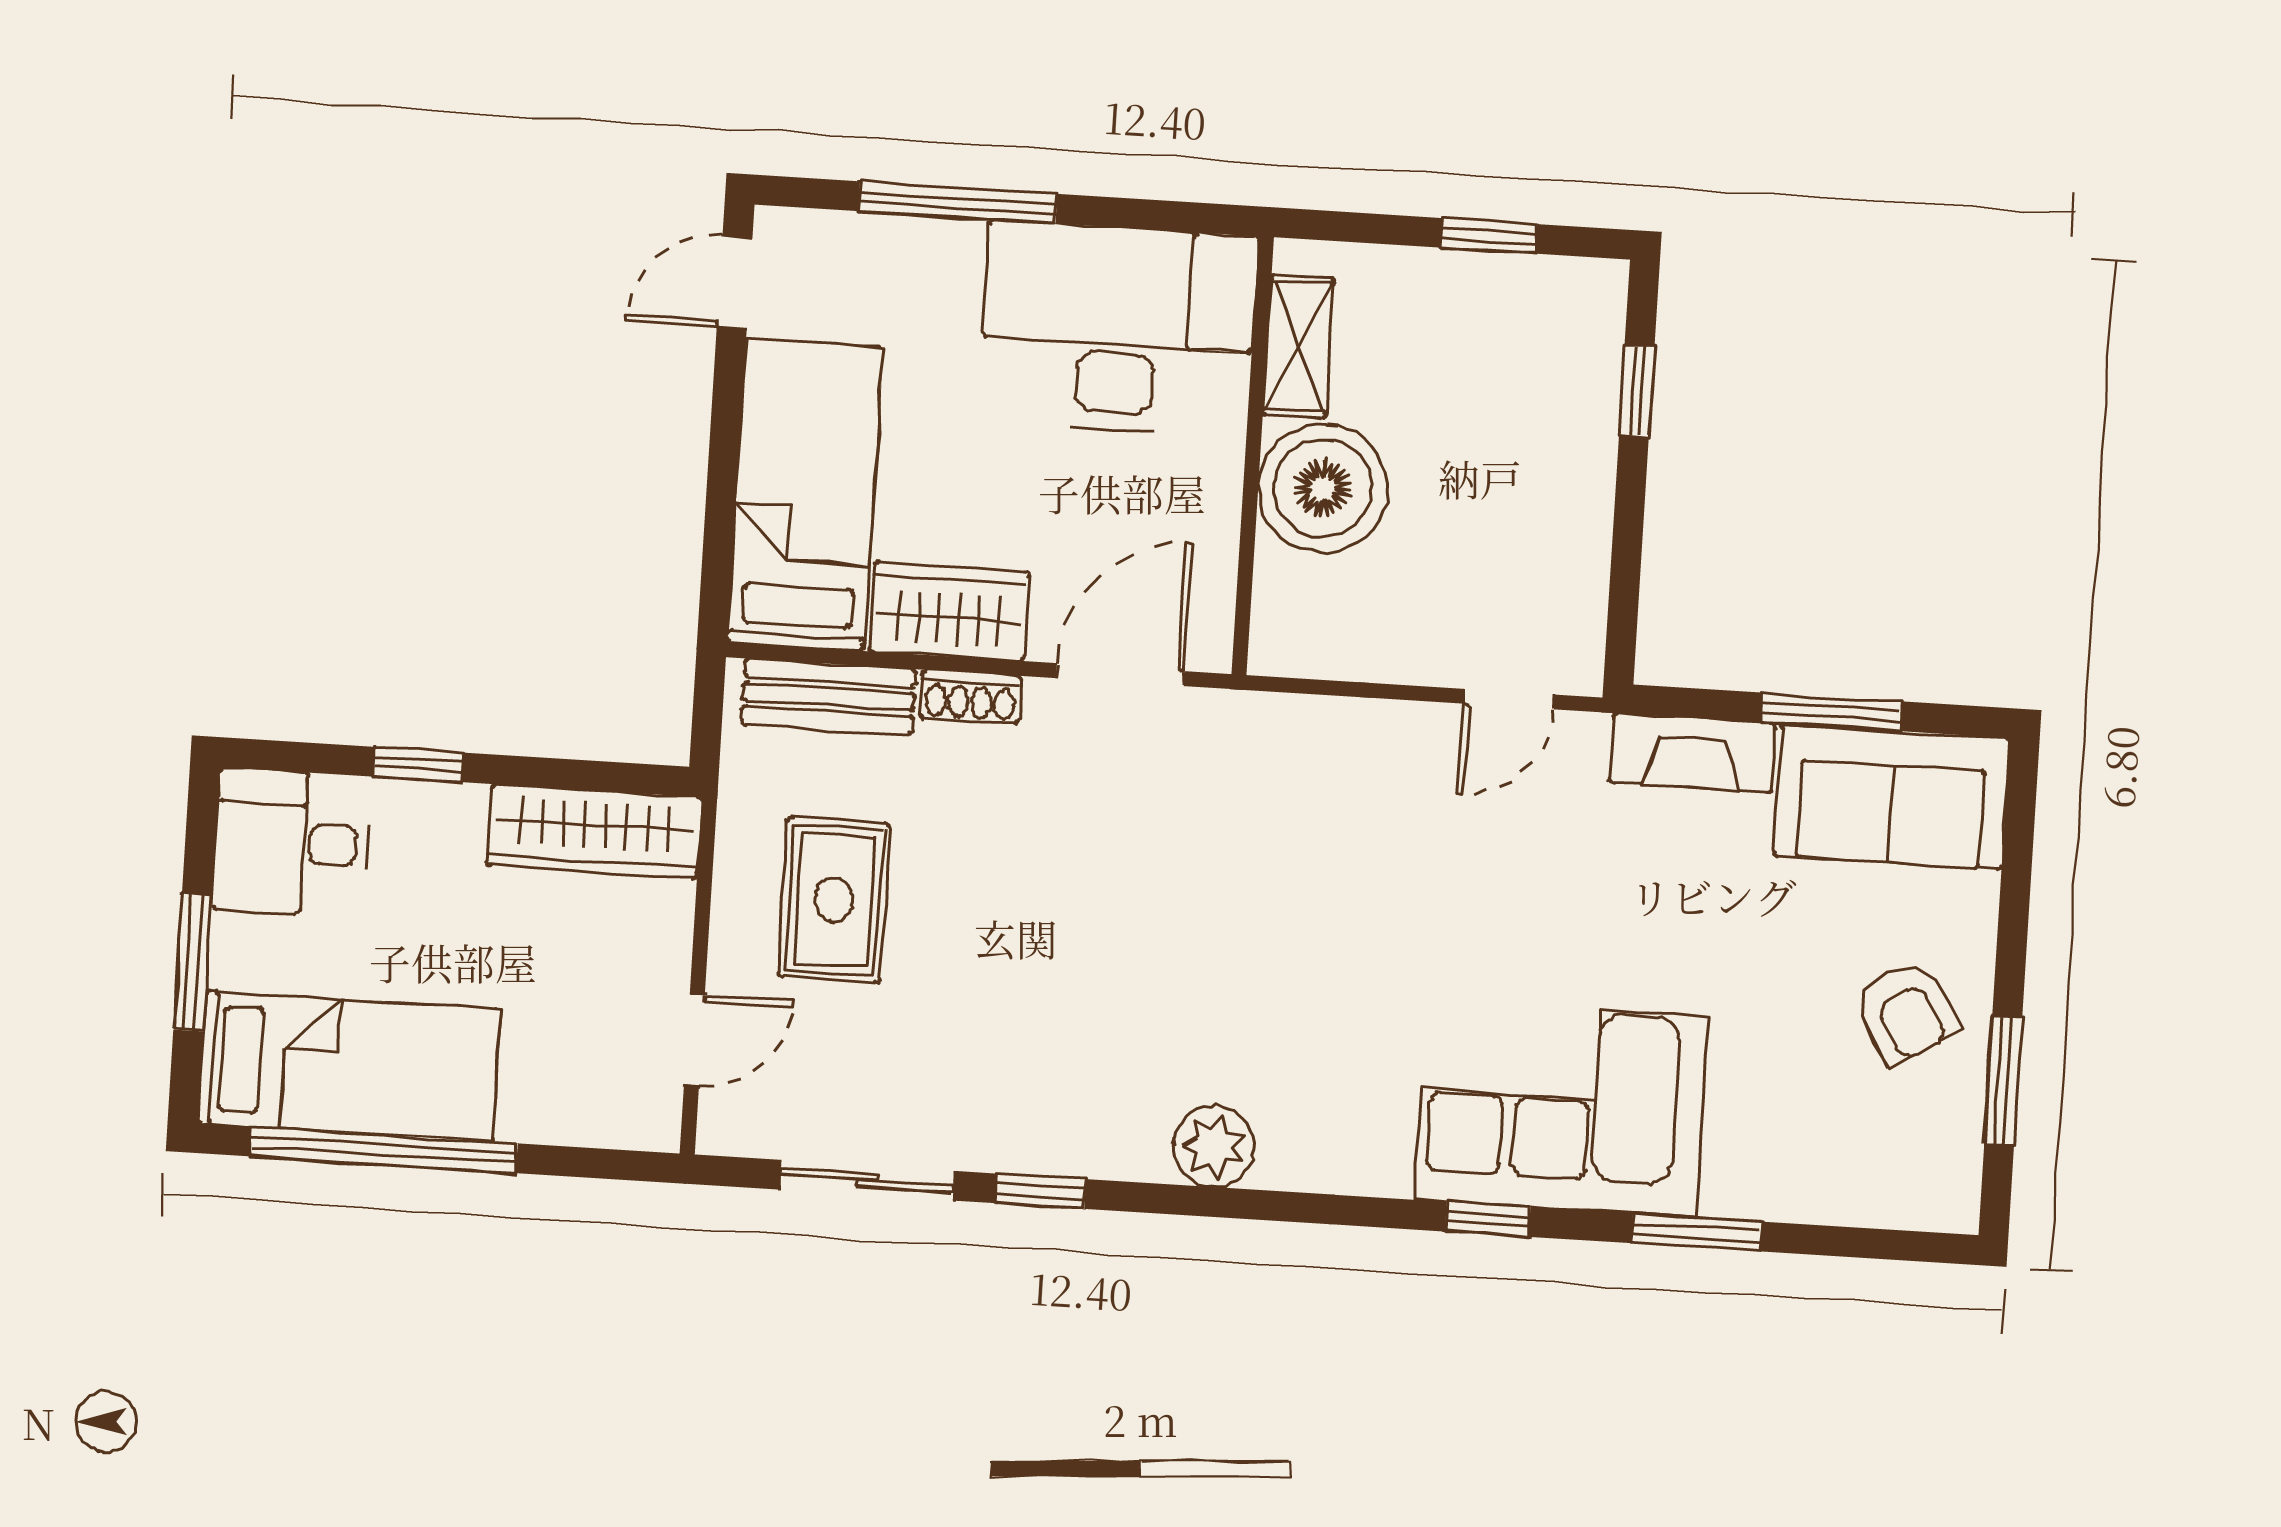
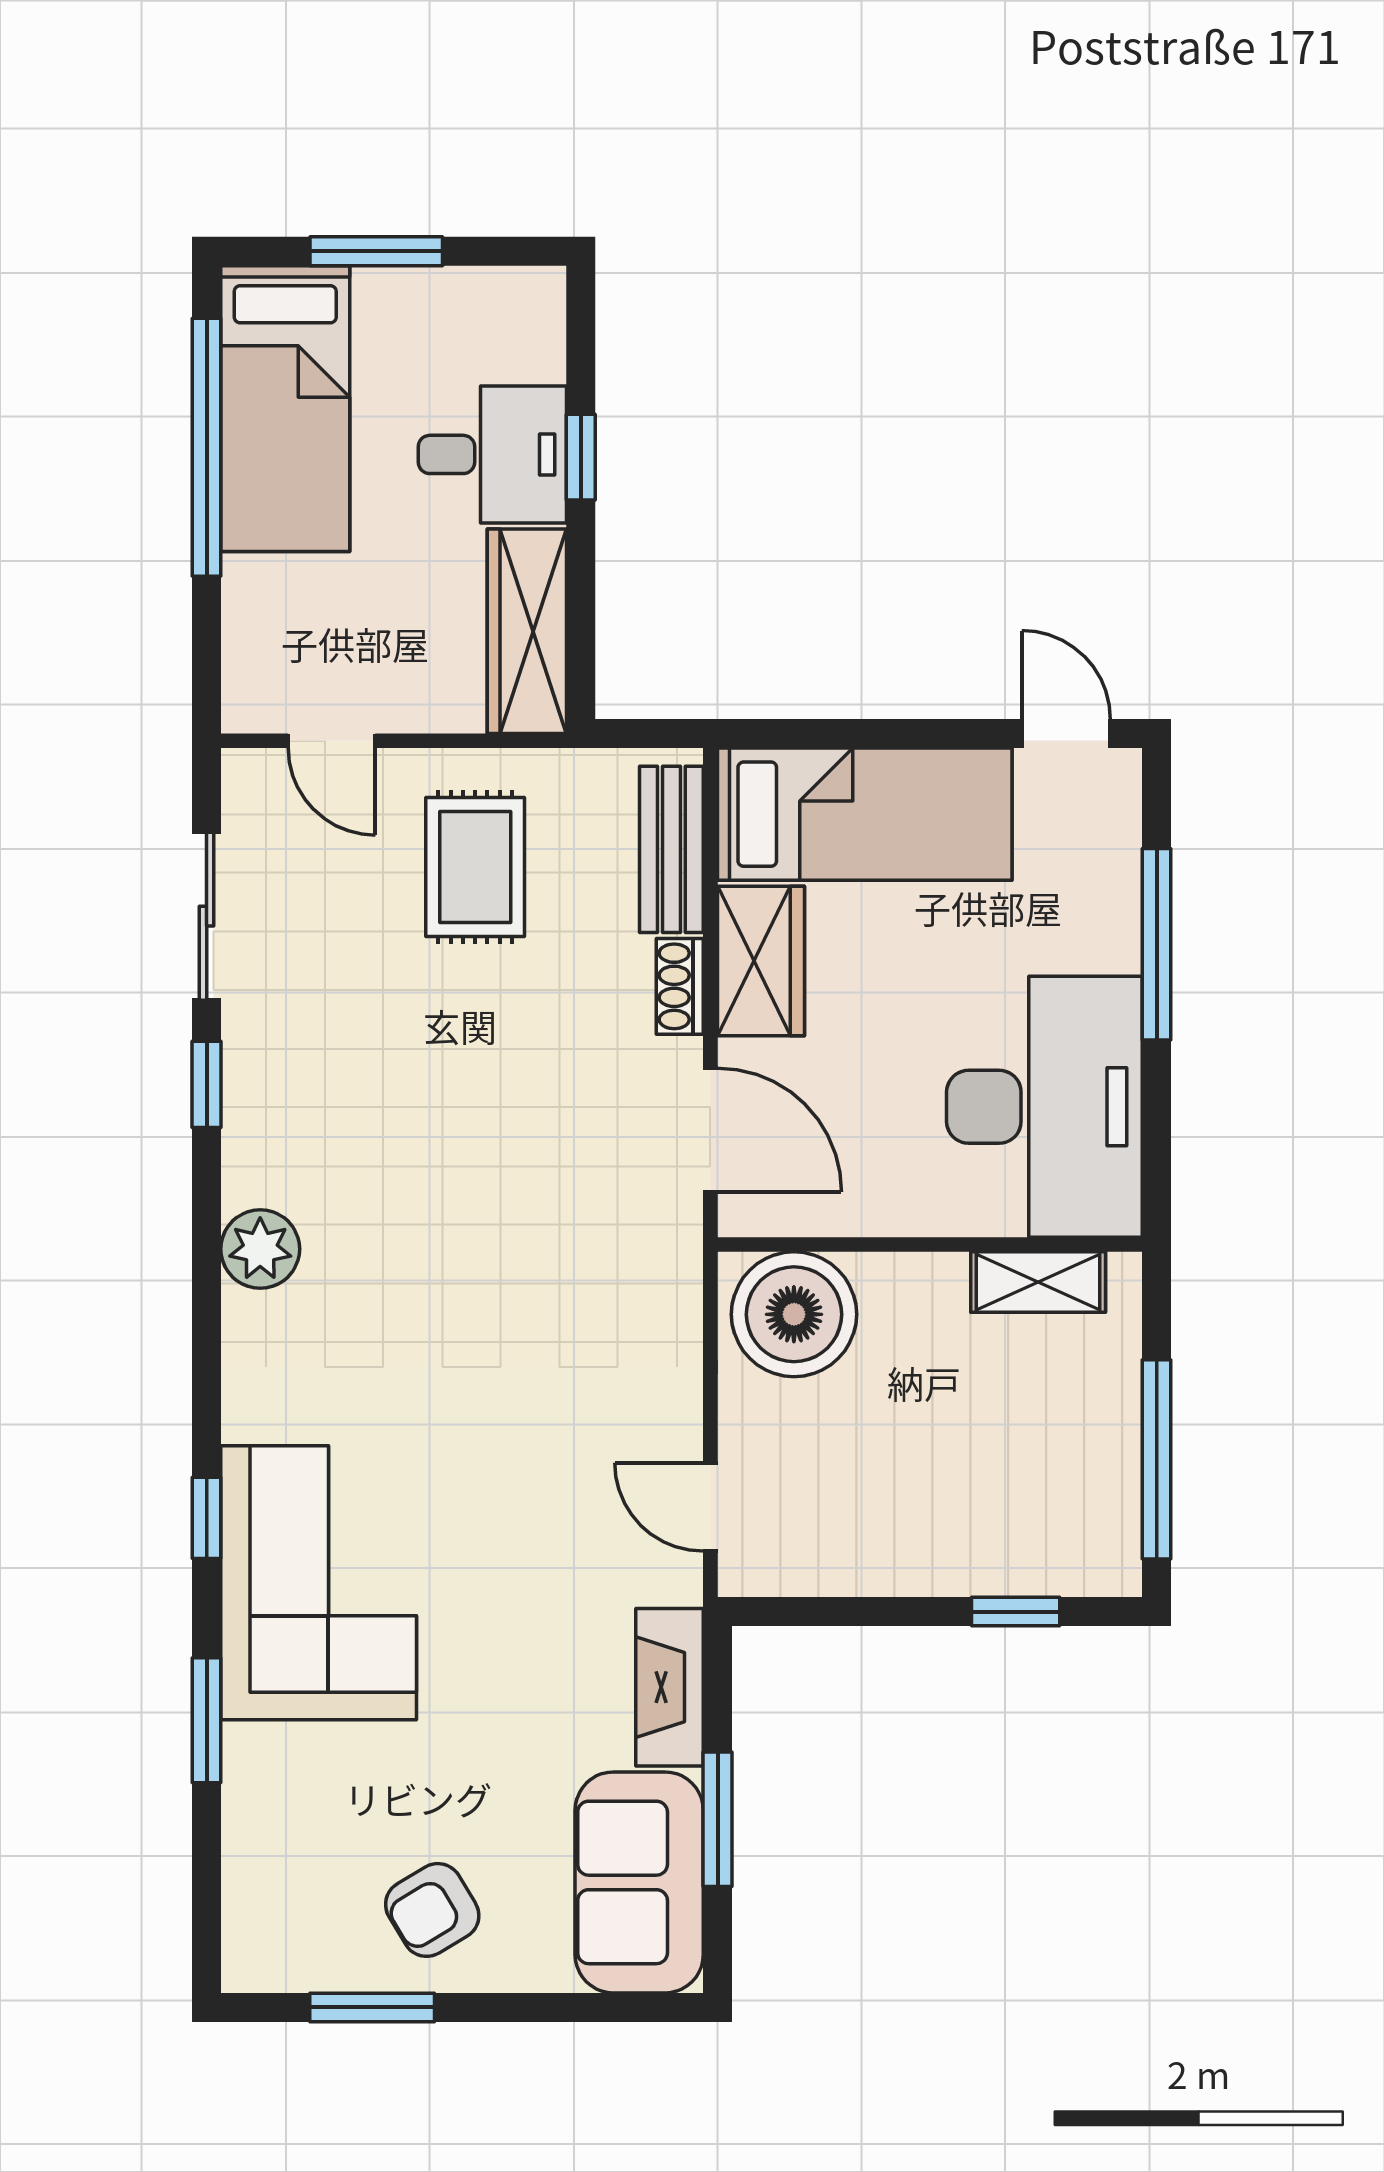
window: (1489, 236) -> (1157, 1459), width x2.17
boiler: (1323, 488) -> (794, 1314), moved
desk: (292, 843) -> (492, 454), moved, turned 90
rug: (834, 900) -> (475, 867), turned 90

